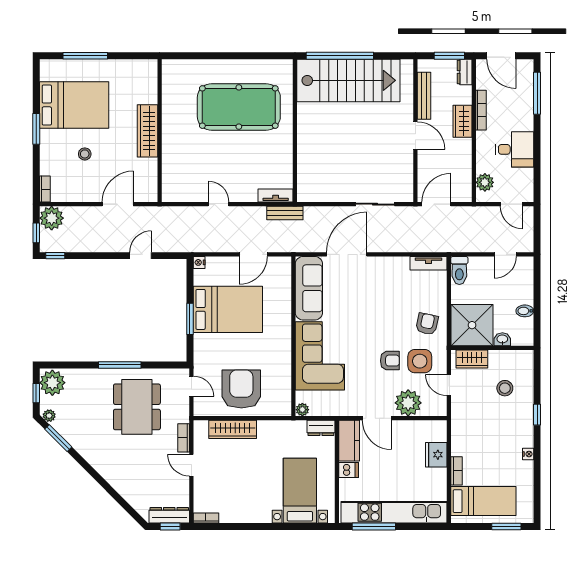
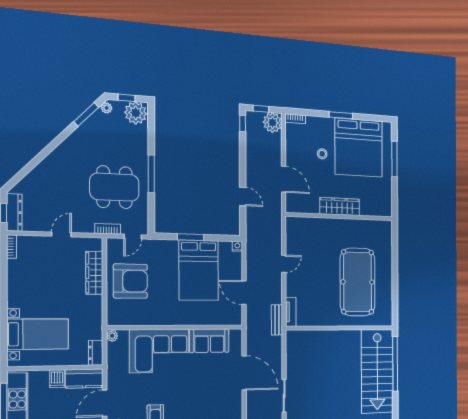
bed: (74, 105) -> (359, 148), width x1.36
sofa: (309, 288) -> (209, 341), width x0.73
bookcase: (184, 438) -> (108, 229), moved

